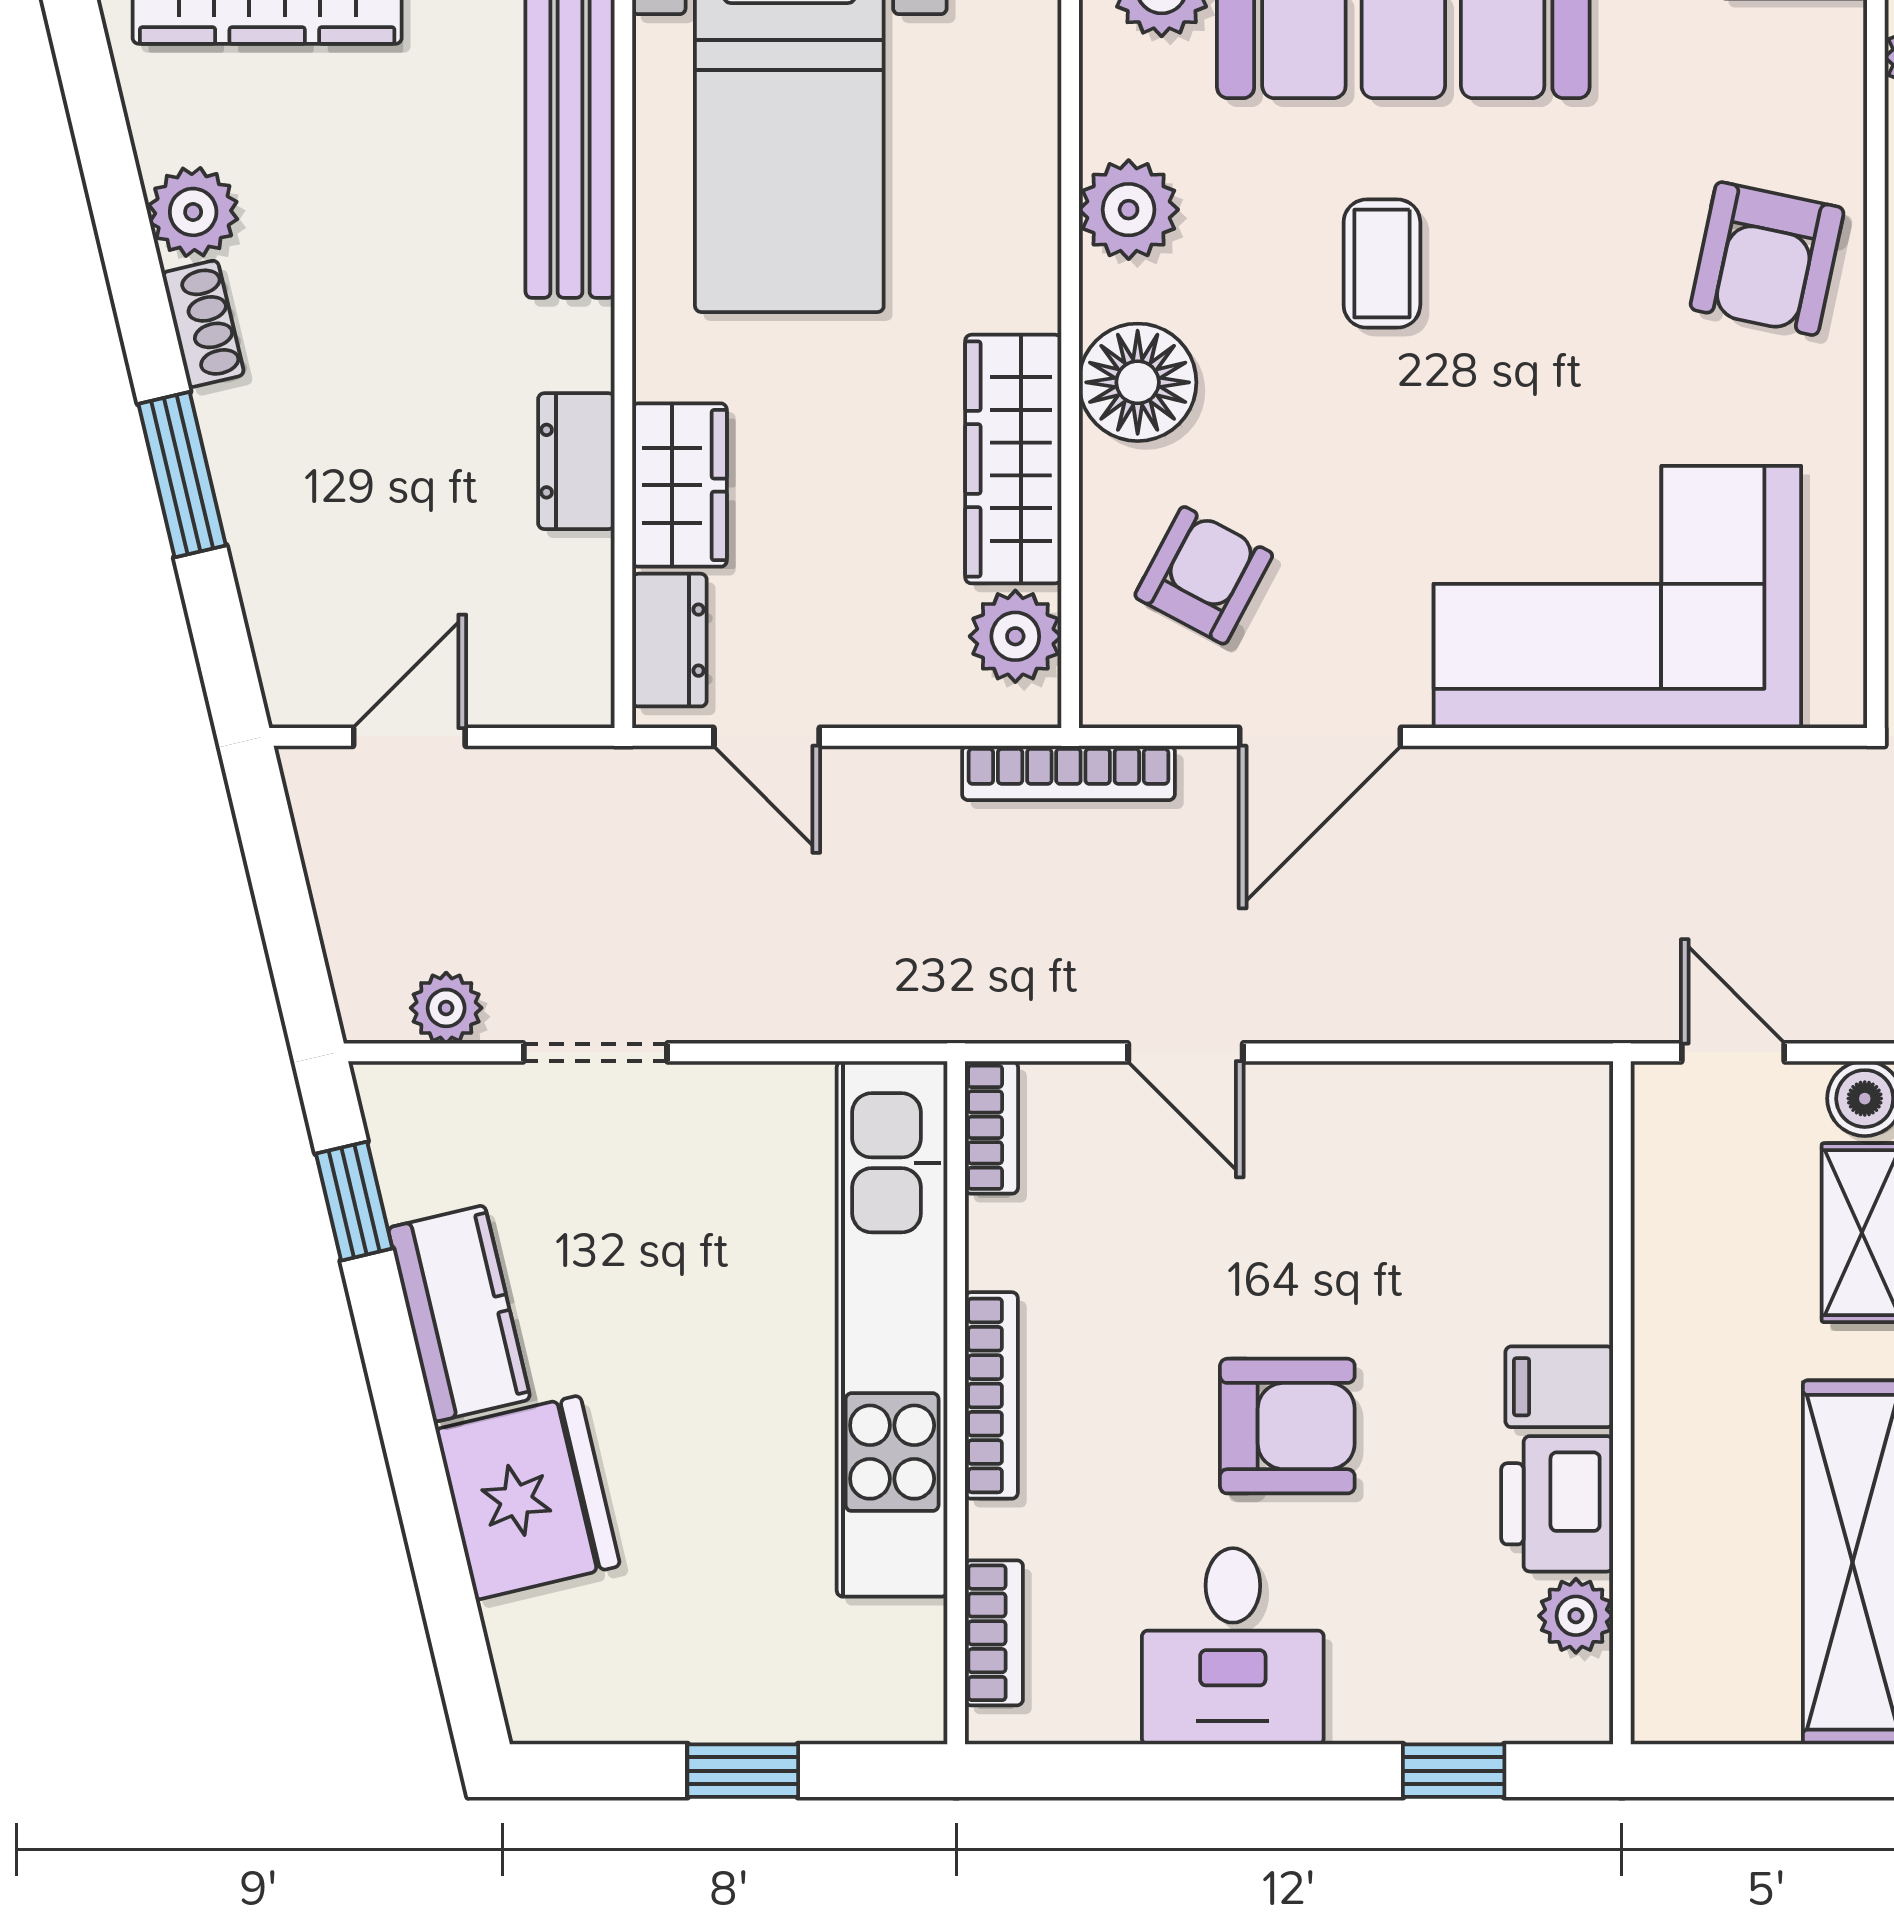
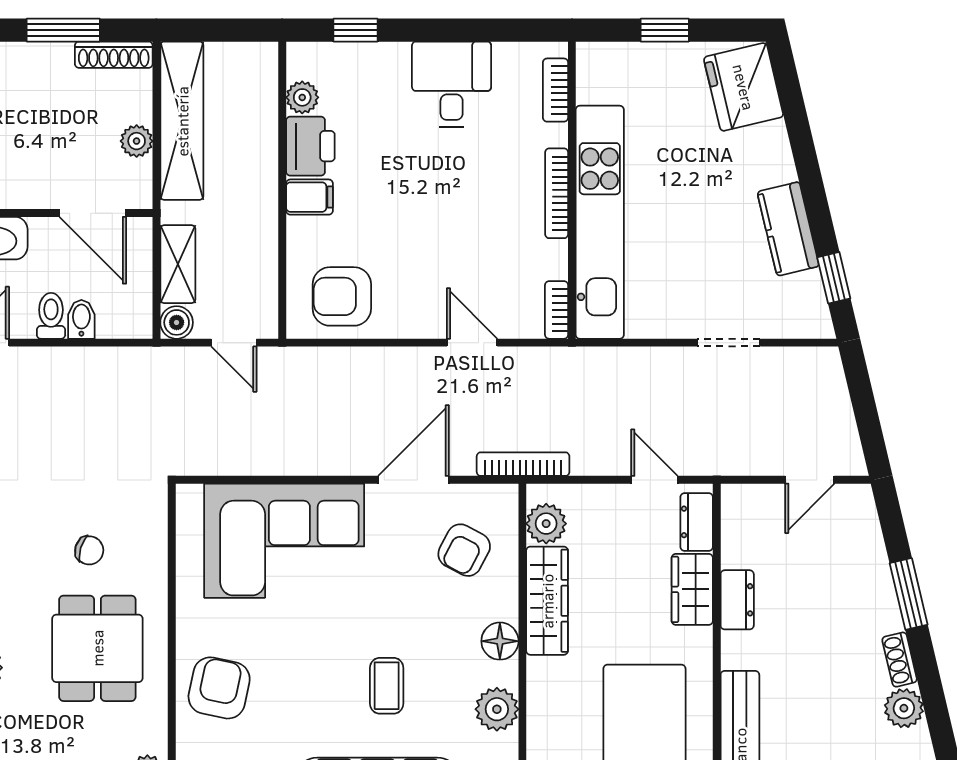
floor lamp: (1138, 382) -> (500, 641), width x0.73, depth x0.73
plant: (446, 1008) -> (794, 362), removed
armchair: (1287, 1426) -> (342, 296), moved
fridge: (528, 1498) -> (744, 87), moved

